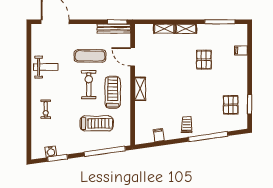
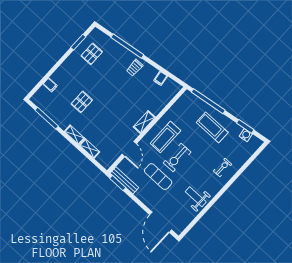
treadmill: (97, 123) -> (212, 127), moved

